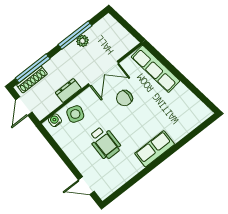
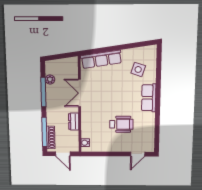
plant: (82, 41) -> (50, 79), moved
double door: (103, 73) -> (79, 93), swing flipped
chair: (124, 98) -> (104, 92), removed
side table: (75, 114) -> (138, 69), moved

